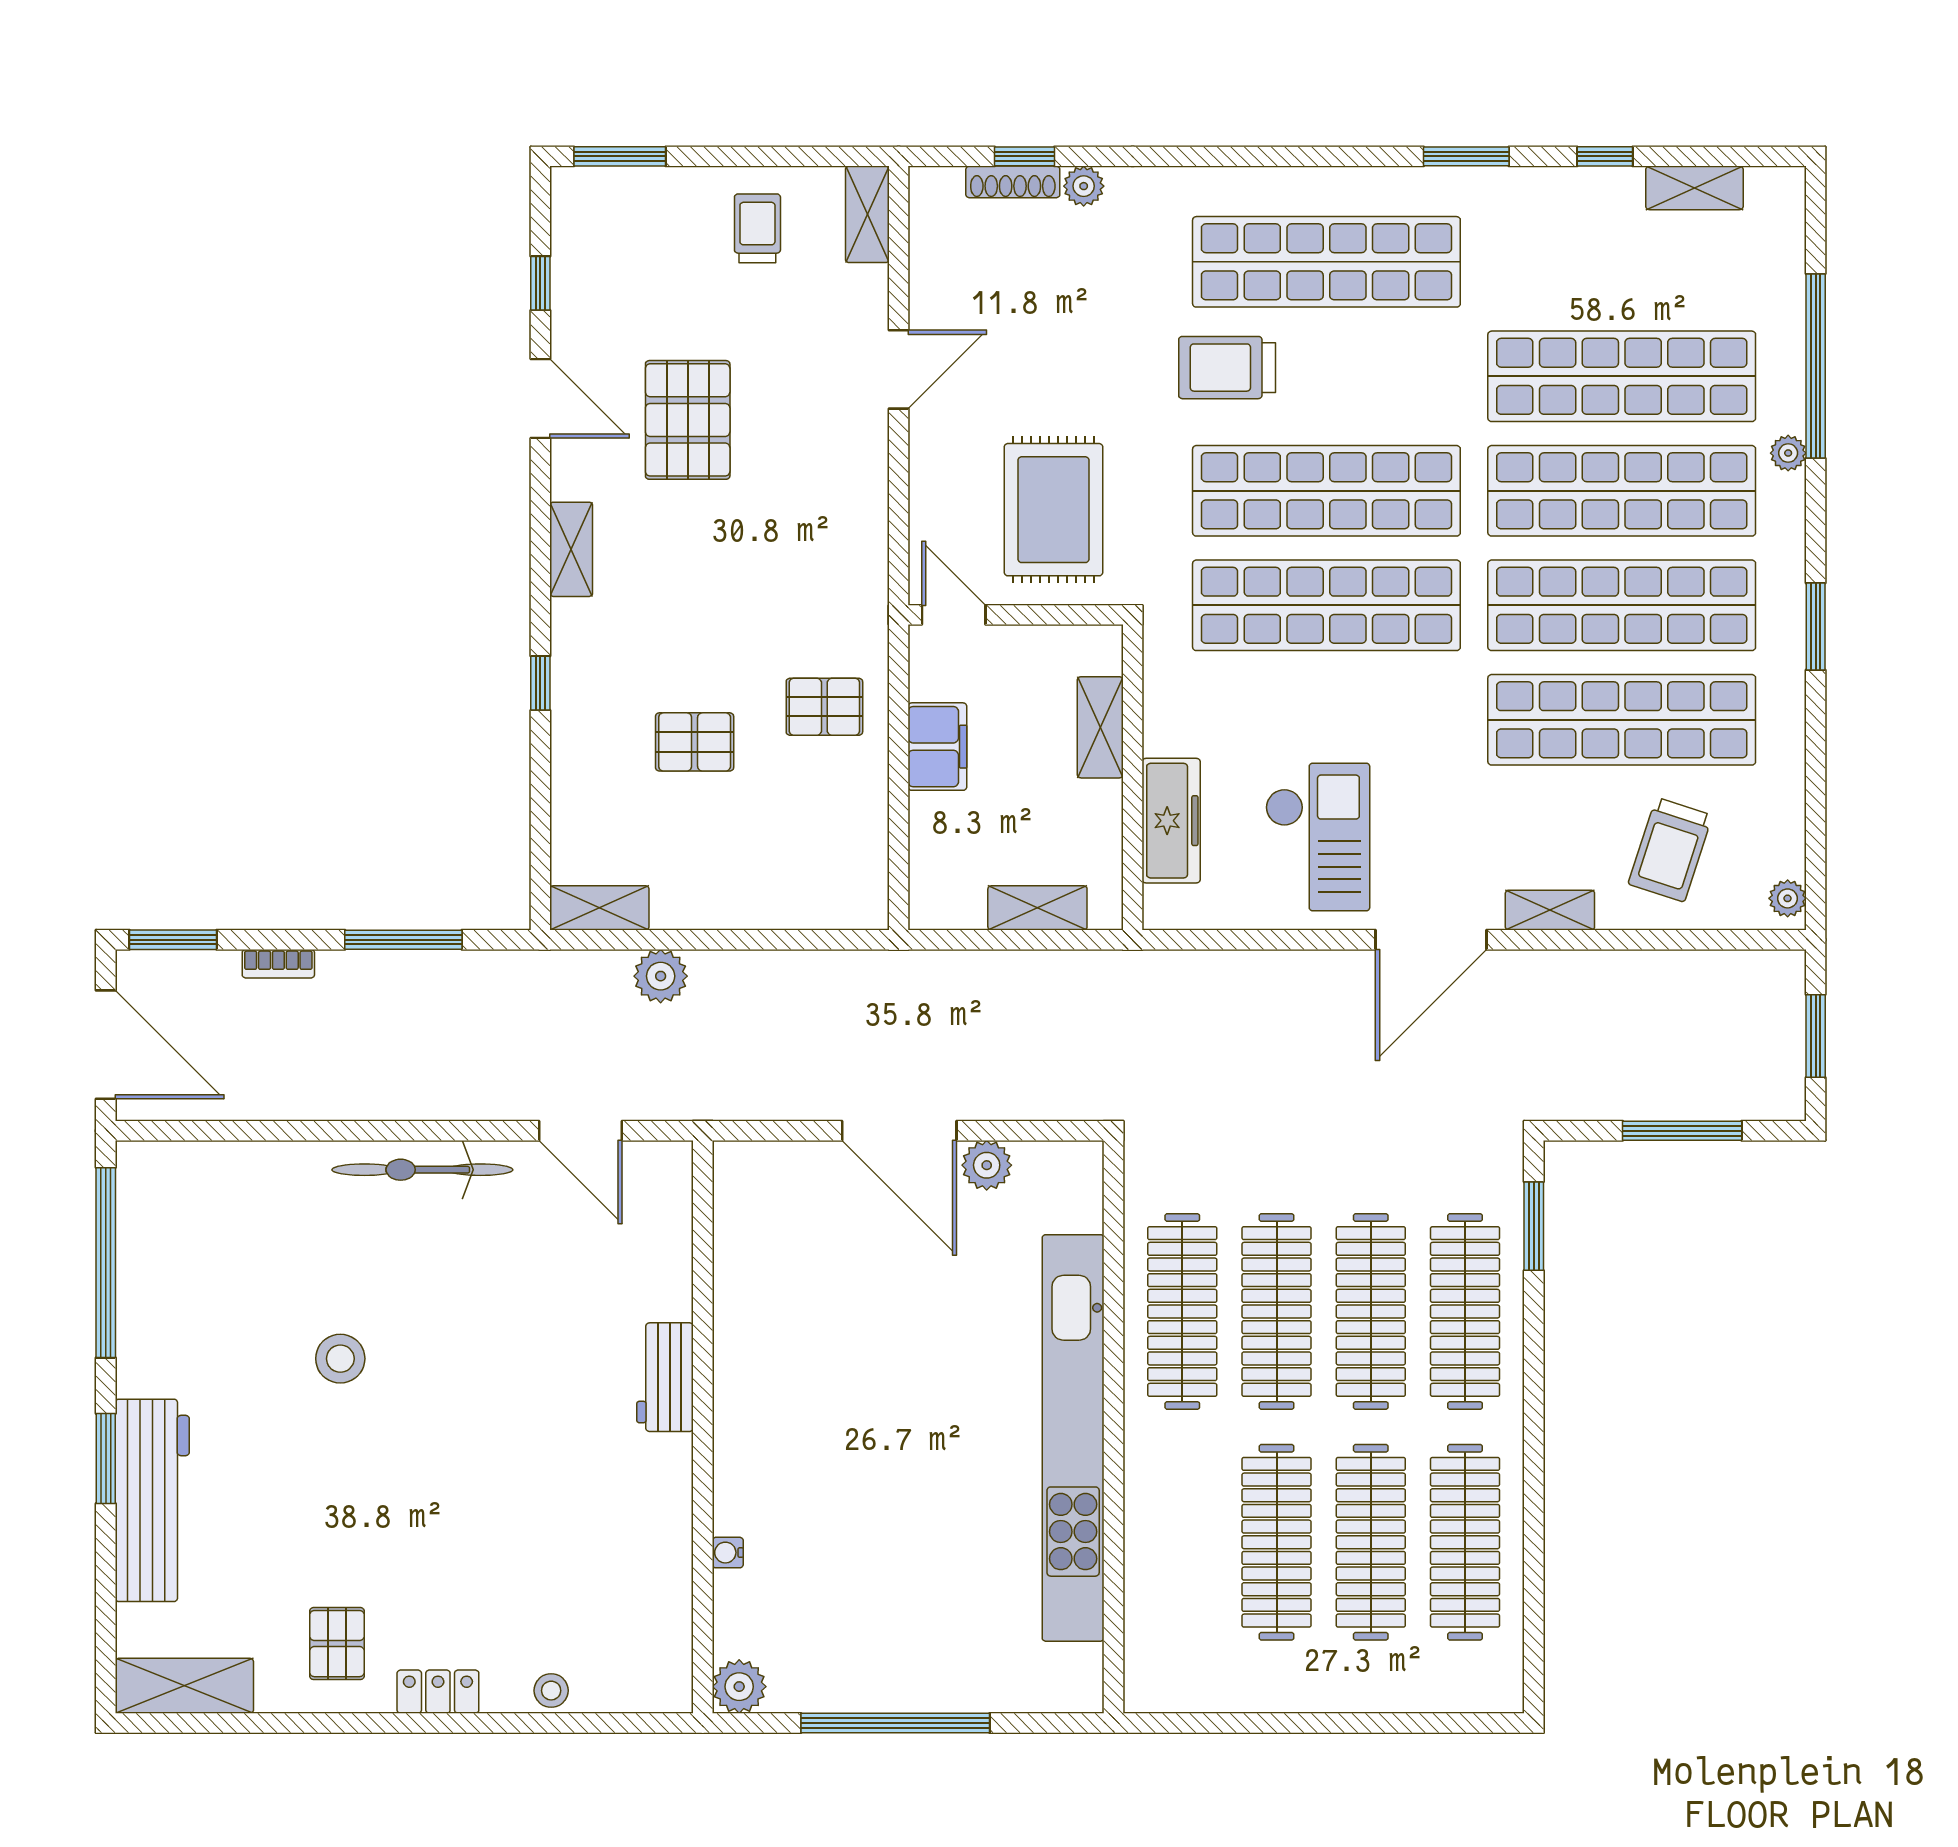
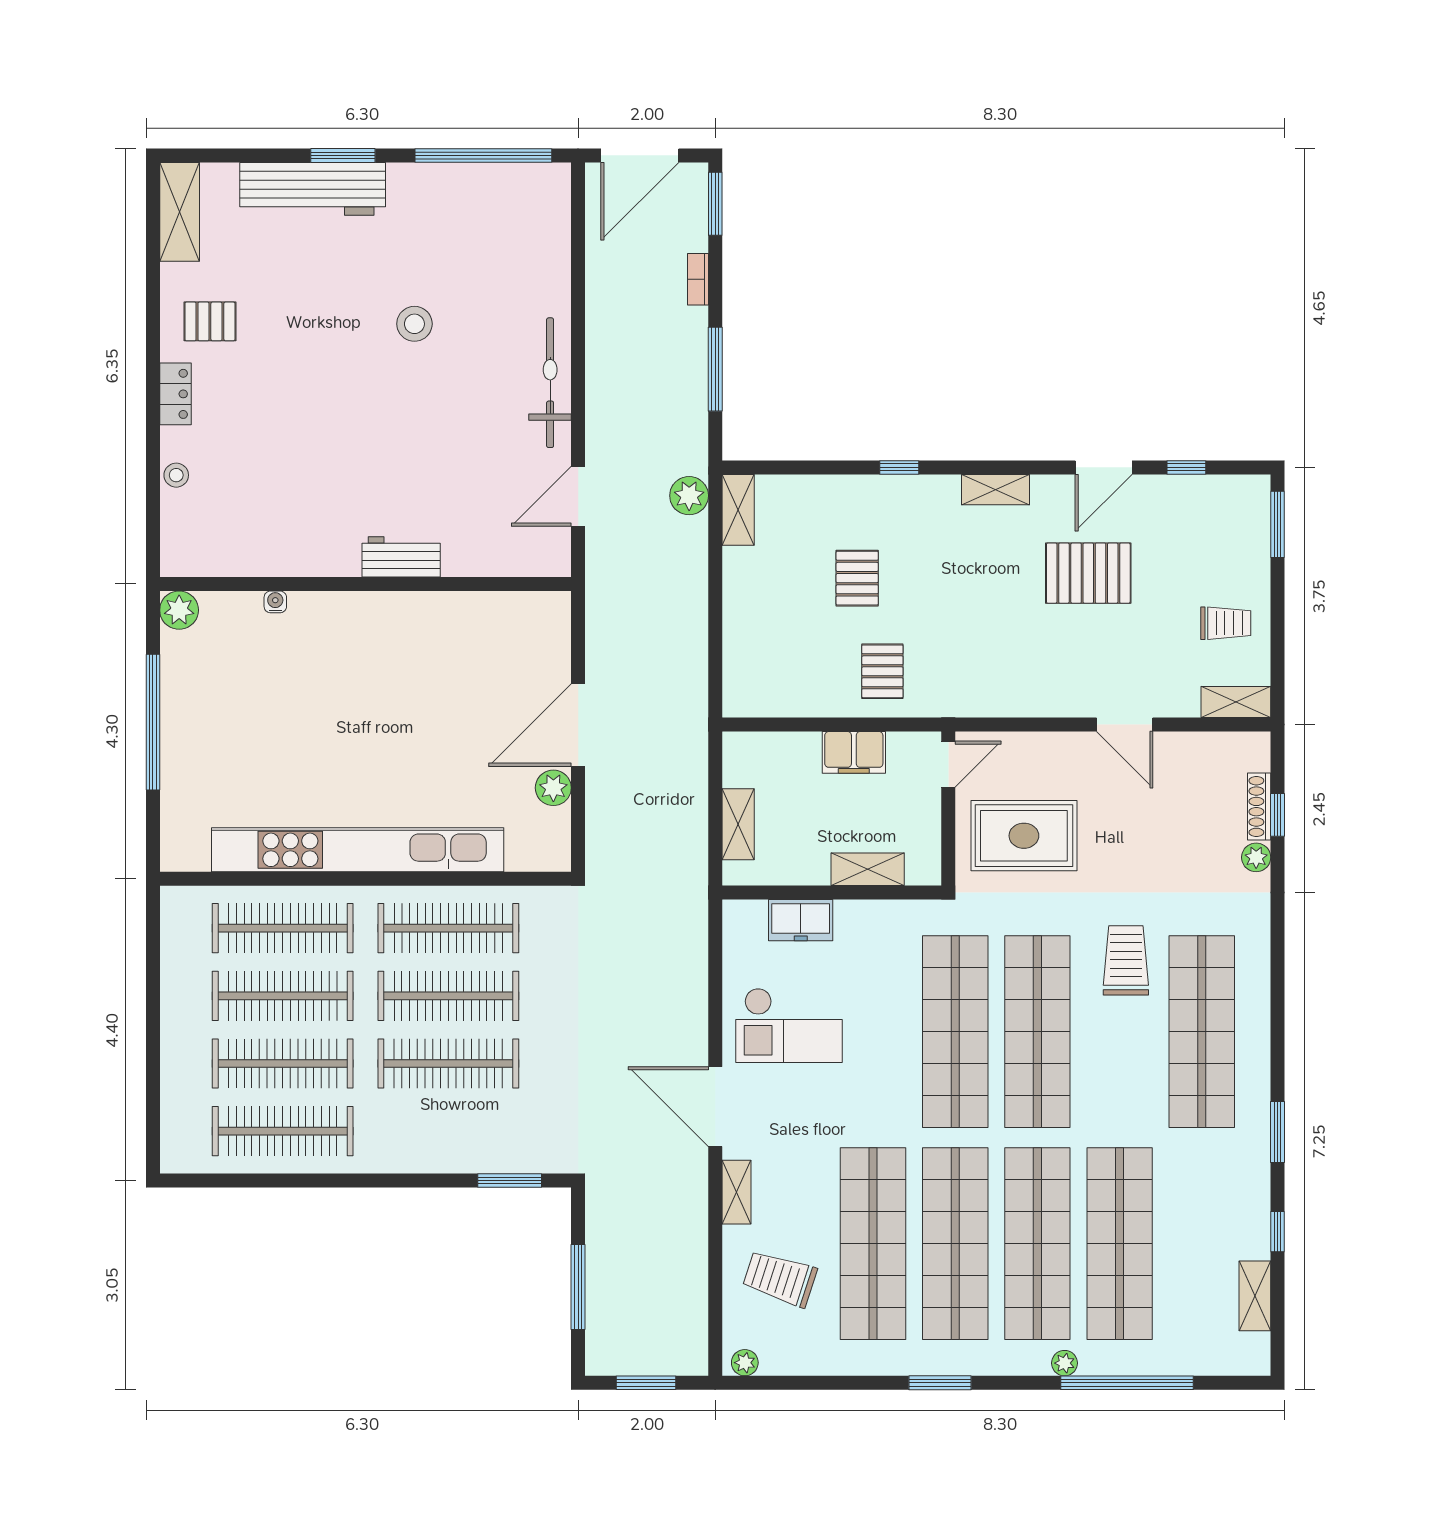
freezer: (1171, 821) -> (801, 920), width x0.71
plant: (661, 976) -> (689, 496), moved
clothes rail: (1465, 1311) -> (283, 928), moved

